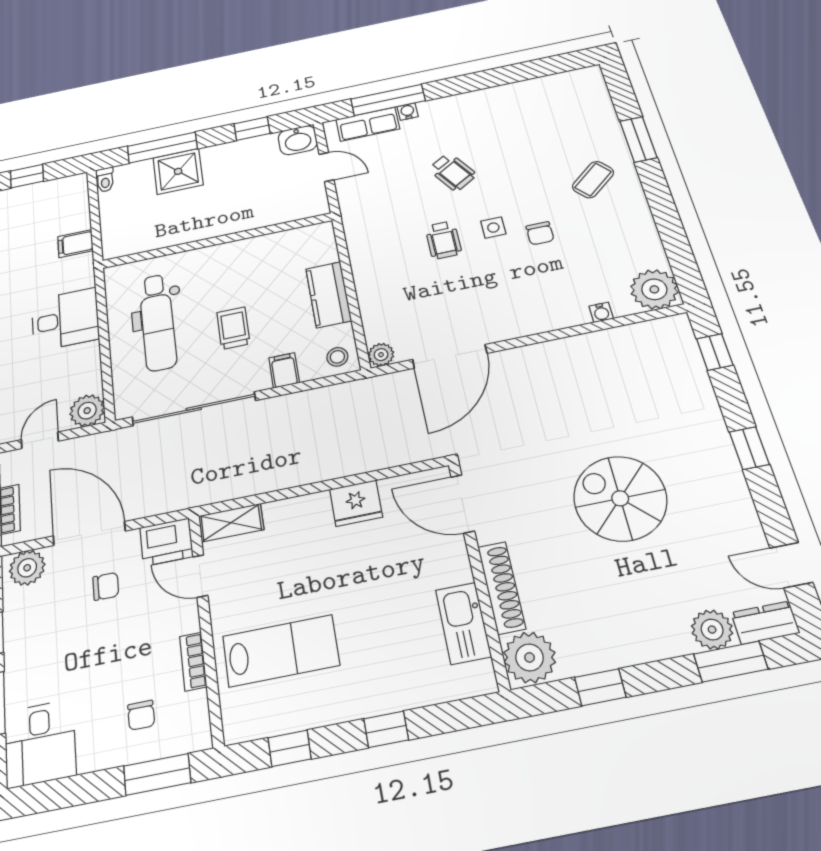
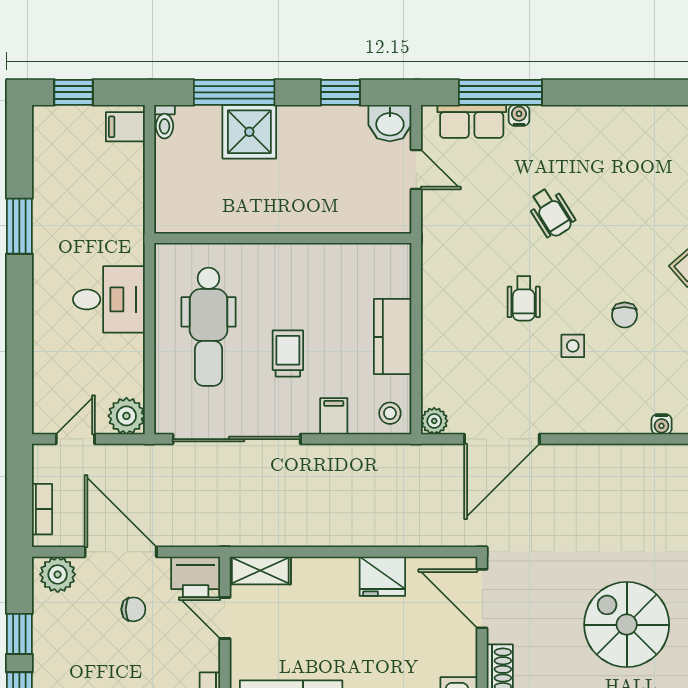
side table: (493, 228) -> (573, 346), moved
filing cabinet: (75, 244) -> (125, 127), moved

